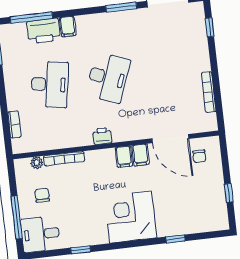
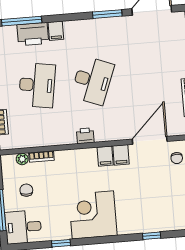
door: (170, 139) -> (150, 140), swing flipped
bookcase: (64, 159) -> (41, 157), width x0.64
corner desk: (131, 217) -> (93, 215), moved

